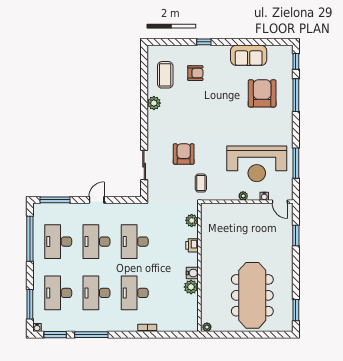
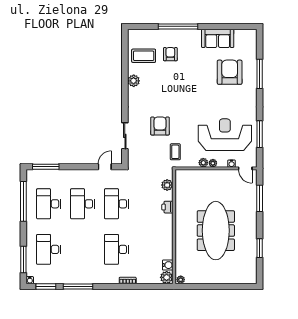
window: (204, 42) -> (178, 26), width x3.17
window: (296, 61) -> (260, 44), removed
armchair: (195, 73) -> (170, 54), turned -90
coffee table: (165, 75) -> (144, 56), turned 90
reception desk: (257, 164) -> (225, 135), turned 180
plant: (232, 195) -> (203, 163), added
door: (97, 200) -> (105, 167), moved
window: (296, 235) -> (260, 198), width x1.44
water cooler: (192, 273) -> (168, 265), moved
plant: (191, 287) -> (167, 277), moved
desk: (96, 293) -> (83, 249), removed
meeting table: (252, 295) -> (216, 231), moved
window: (296, 310) -> (260, 248), moved

